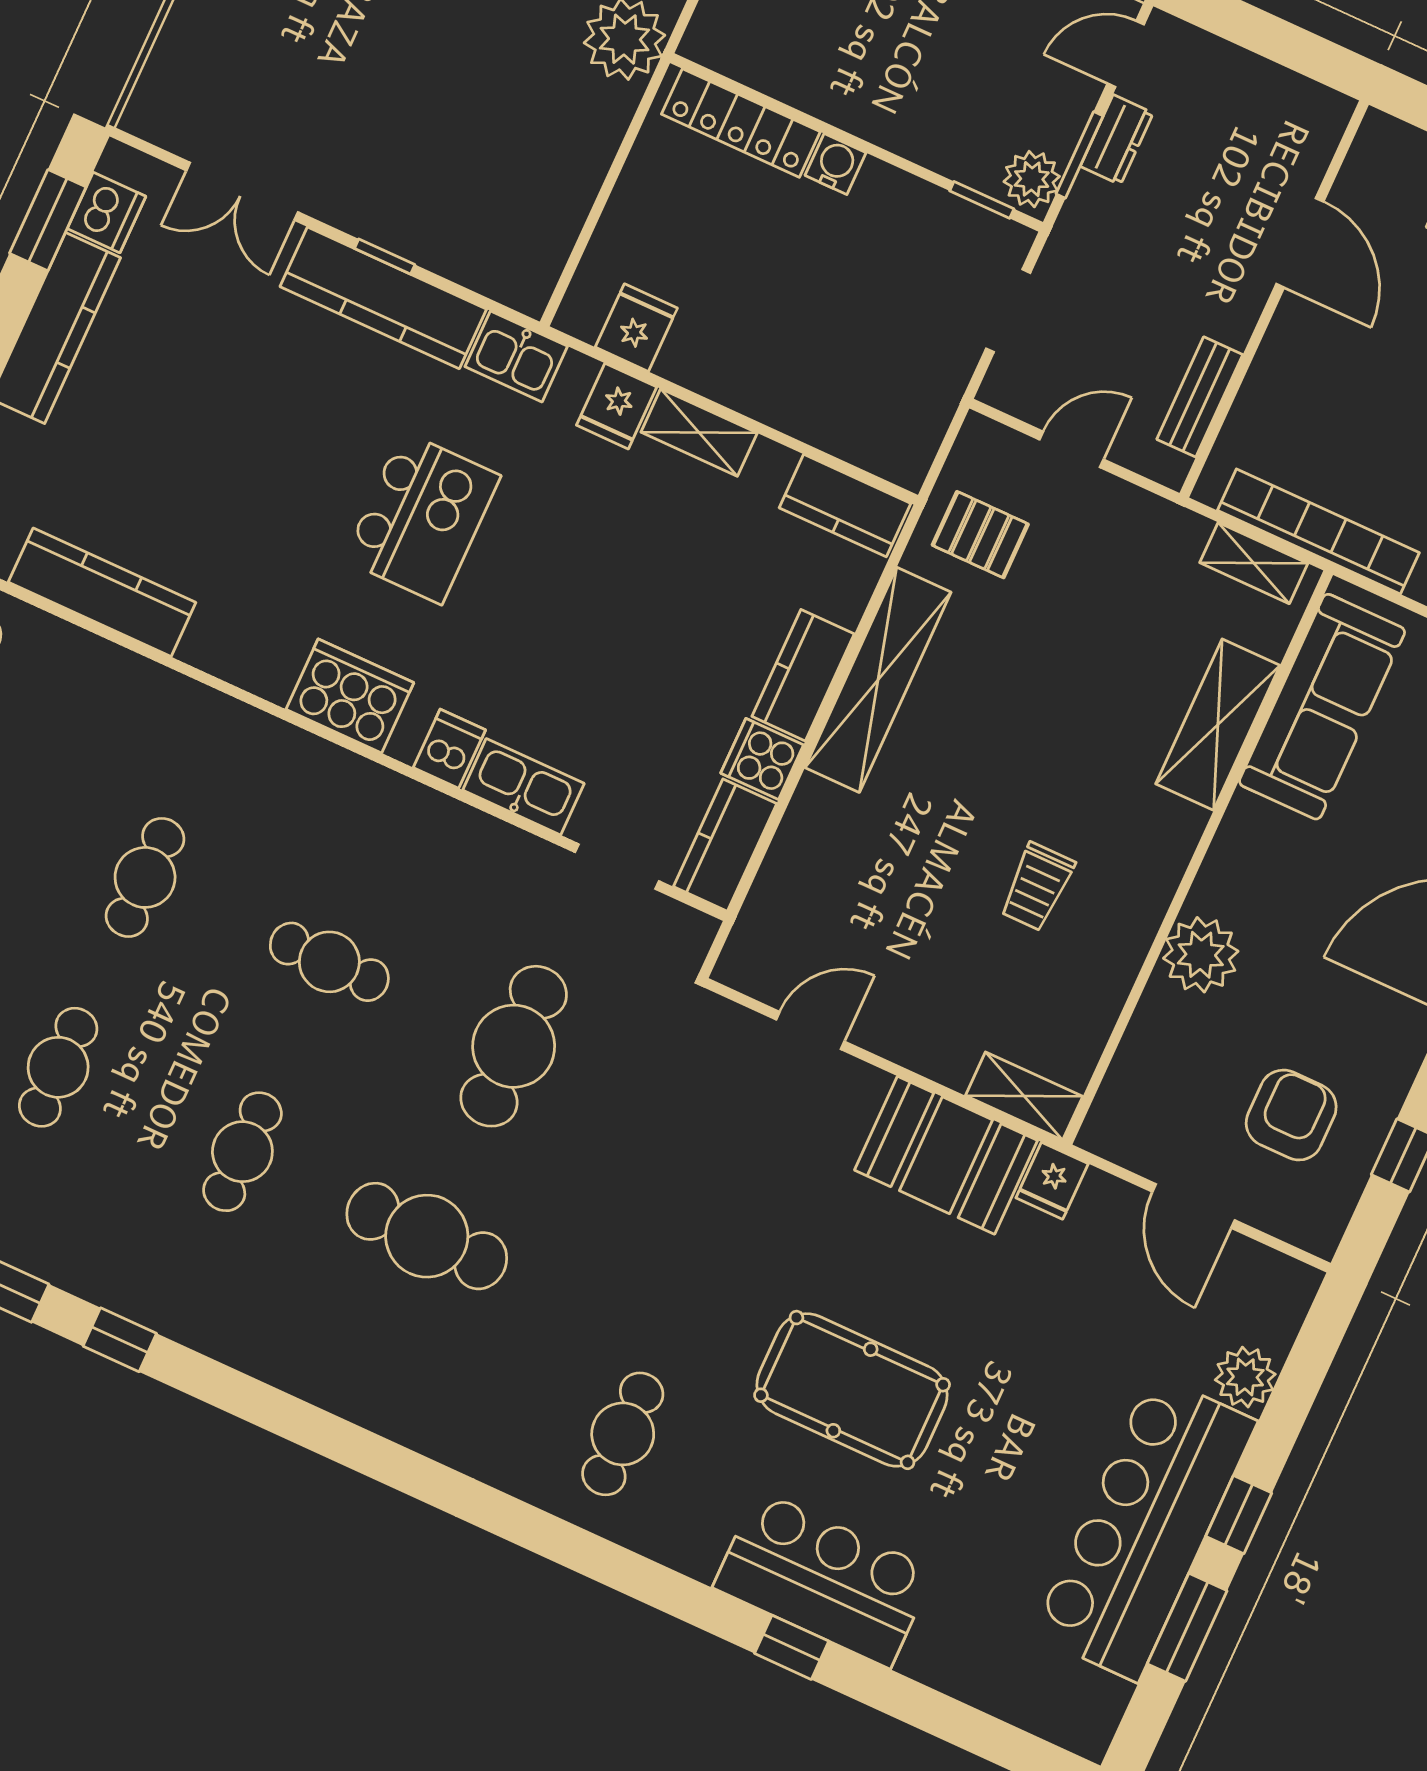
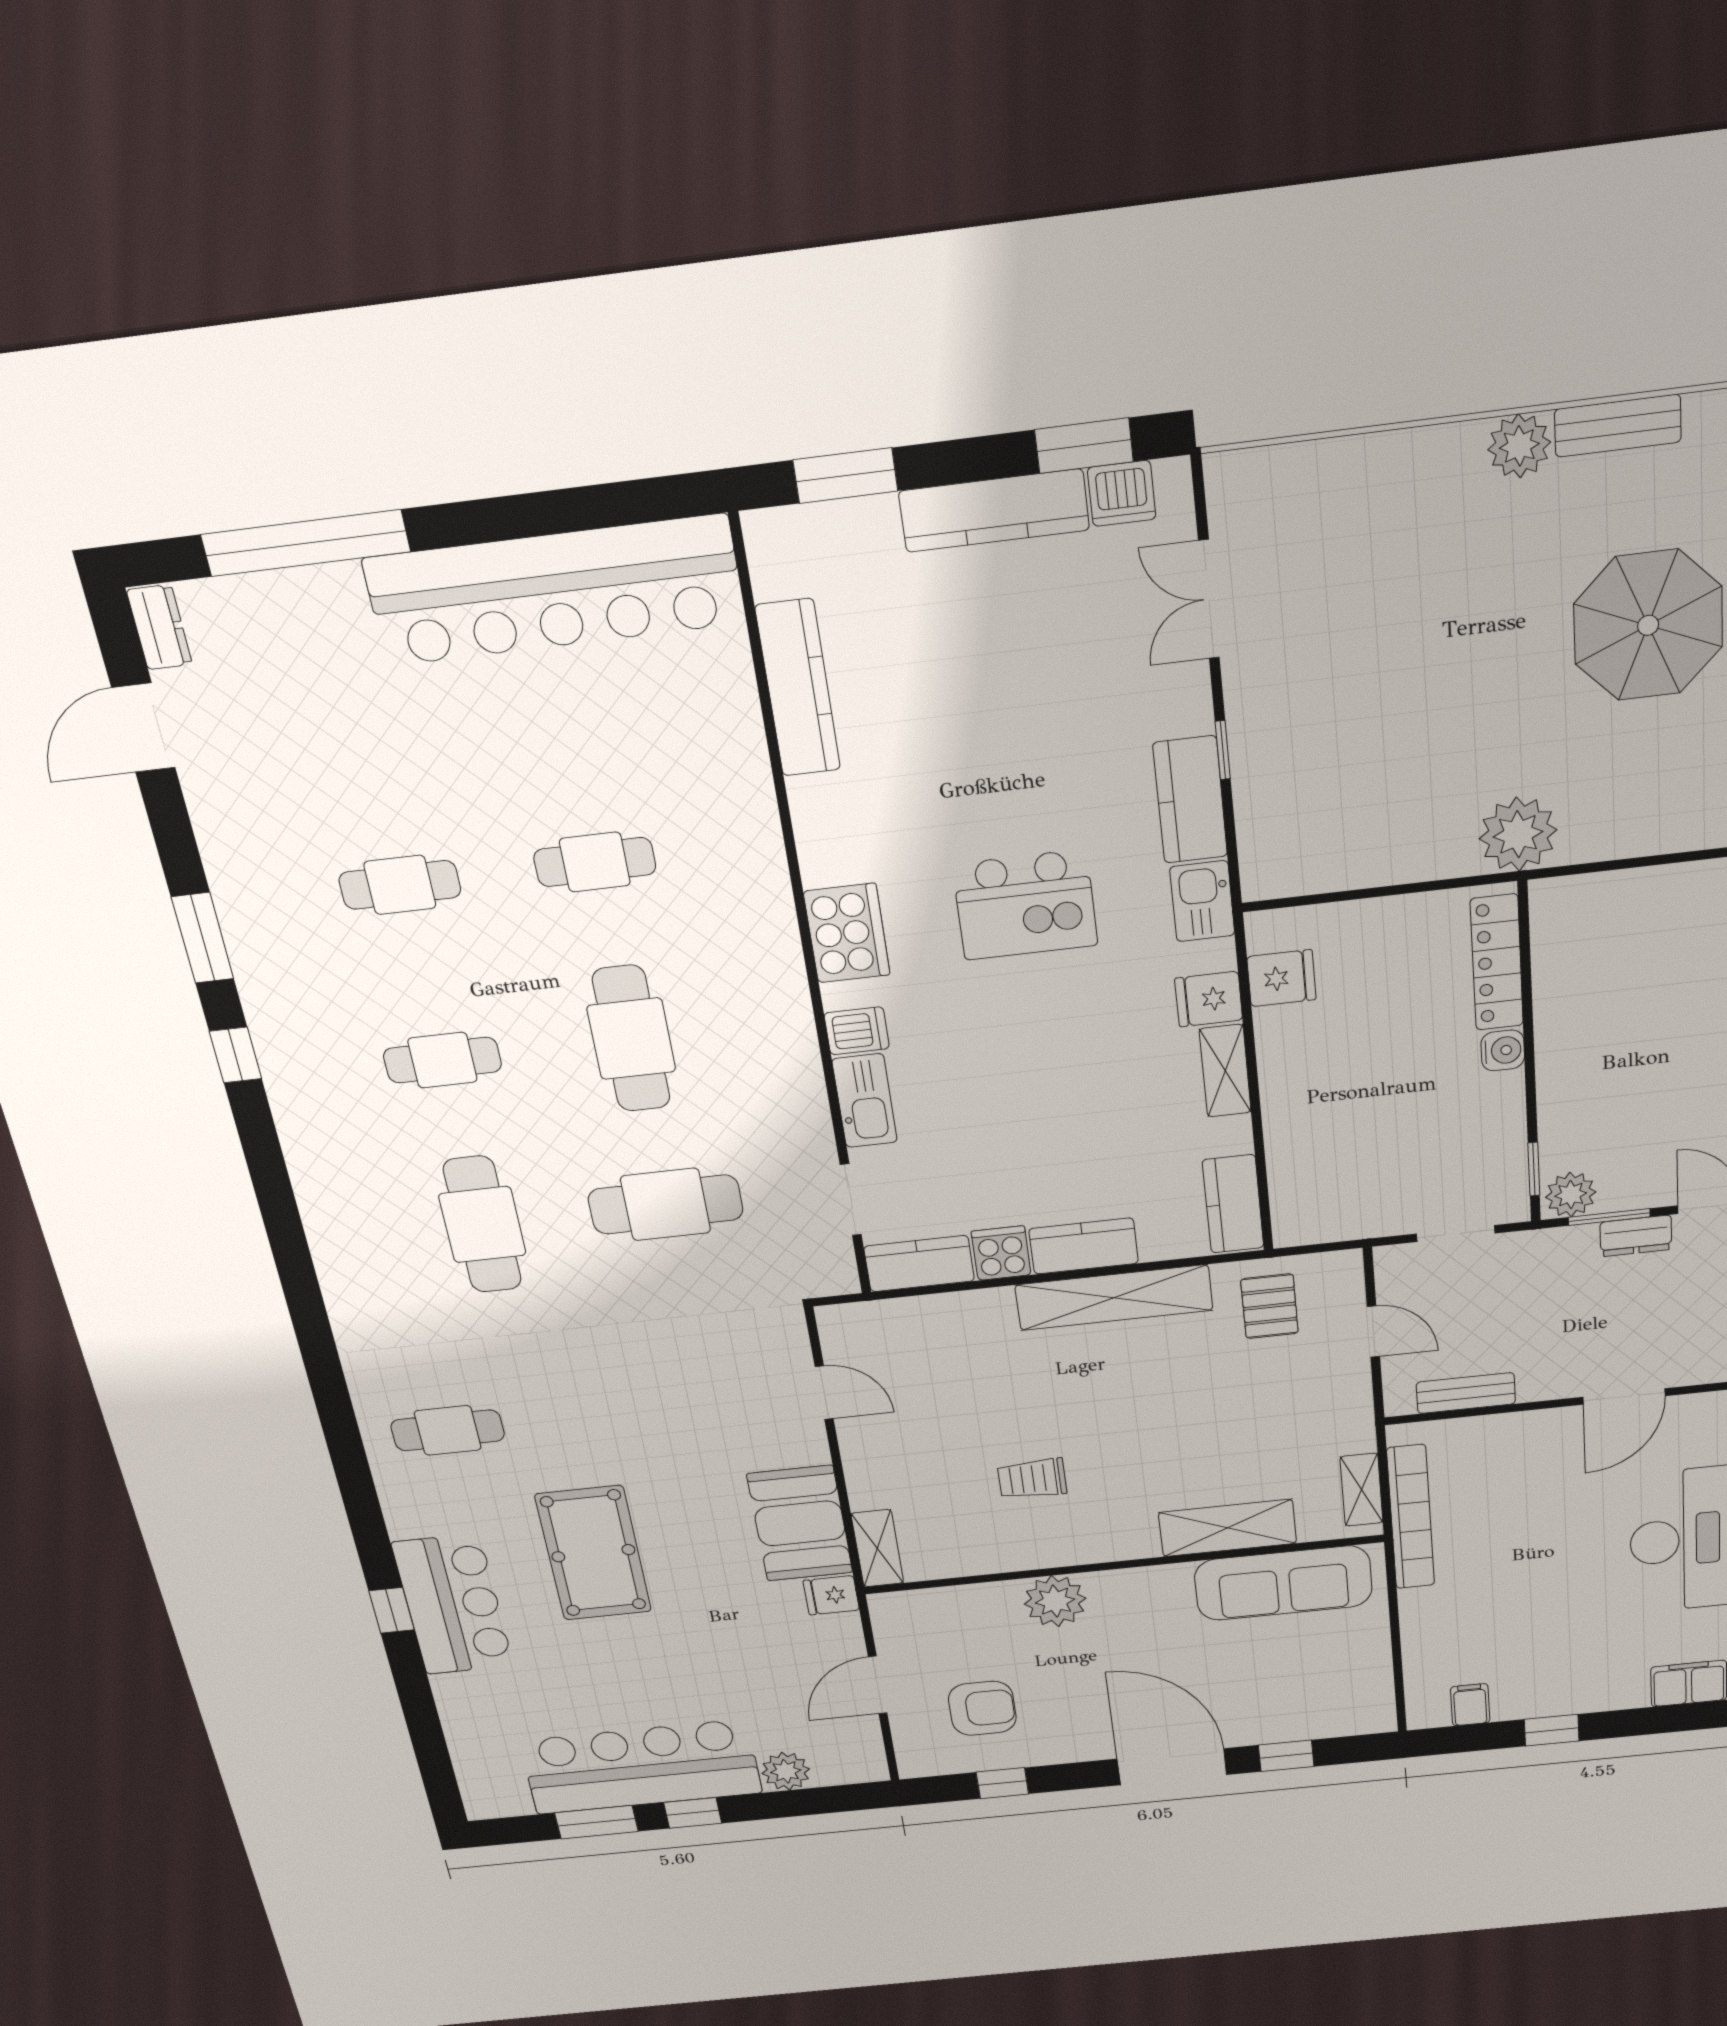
kitchen counter: (383, 298) -> (1190, 800), width x0.67
cafe table: (329, 962) -> (631, 1039), width x1.37, depth x1.35

